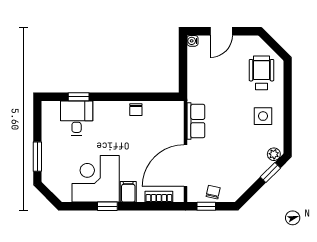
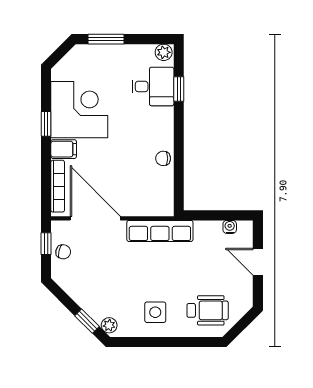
water cooler: (193, 41) -> (230, 227), moved
plant: (48, 109) -> (164, 52), added
row of seats: (196, 121) -> (160, 231), width x1.48
bookcase: (159, 197) -> (58, 186), width x1.56

